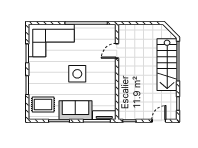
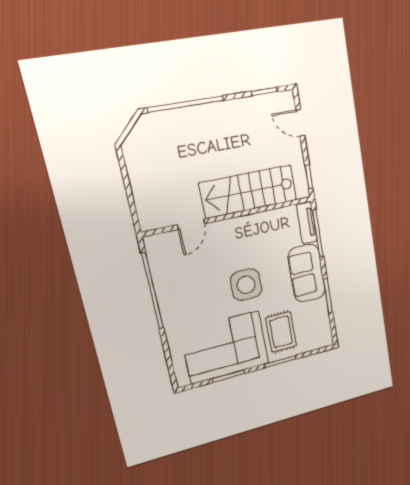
corner sofa: (51, 41) -> (225, 347), moved, turned -90
door: (117, 51) -> (191, 224), hinge flipped
stairs: (167, 65) -> (249, 192), moved, turned 180
rug: (43, 104) -> (281, 332), moved

